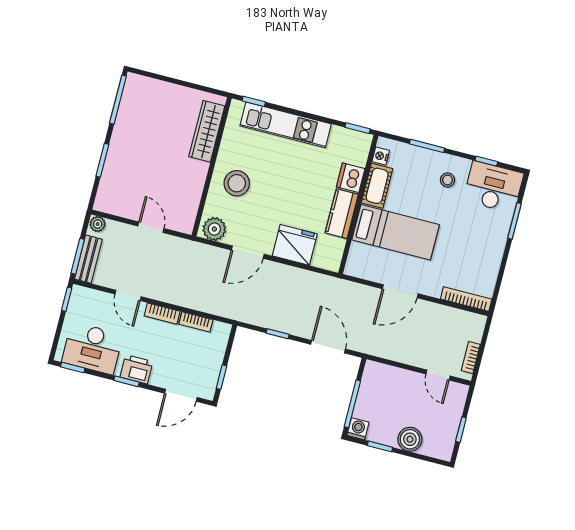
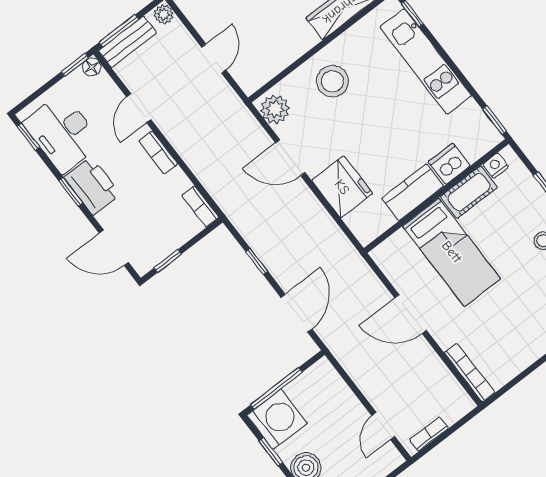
floor lamp: (78, 293) -> (92, 67), added
bookcase: (196, 322) -> (200, 206), moved
printer: (136, 369) -> (92, 186), width x1.37, depth x1.19
washing machine: (358, 429) -> (277, 419), width x1.89, depth x1.89

